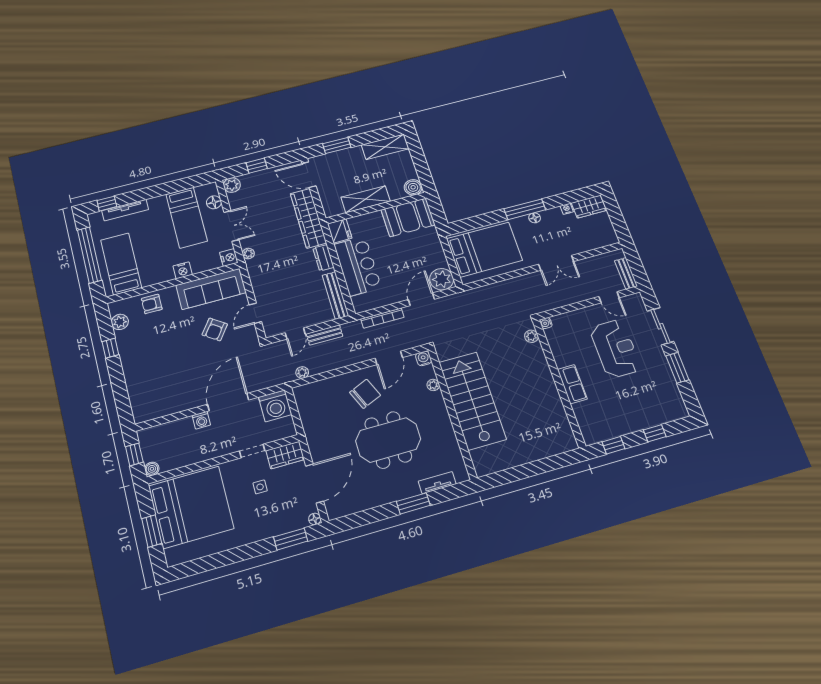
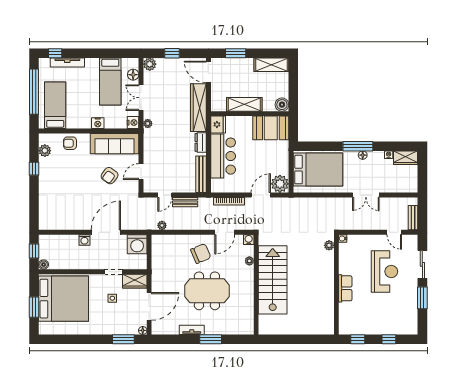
double door: (231, 226) -> (141, 98), swing flipped
tv unit: (437, 483) -> (192, 330), moved

